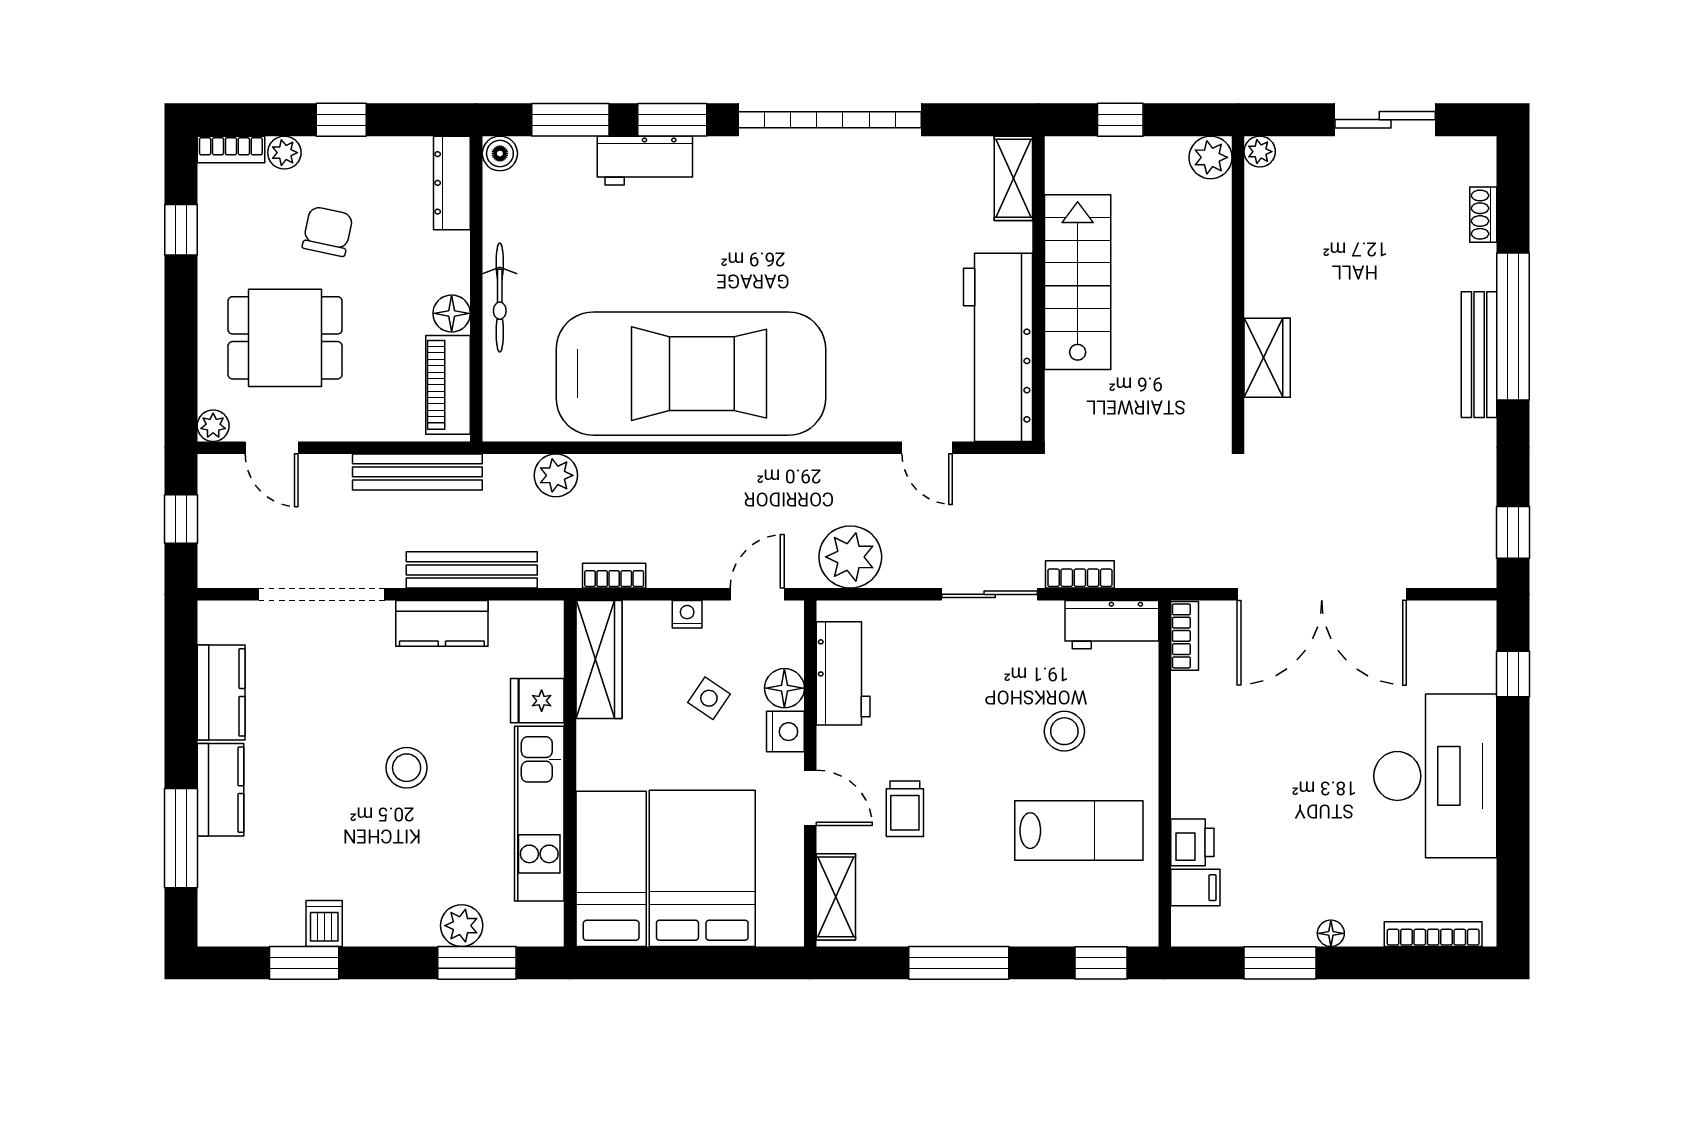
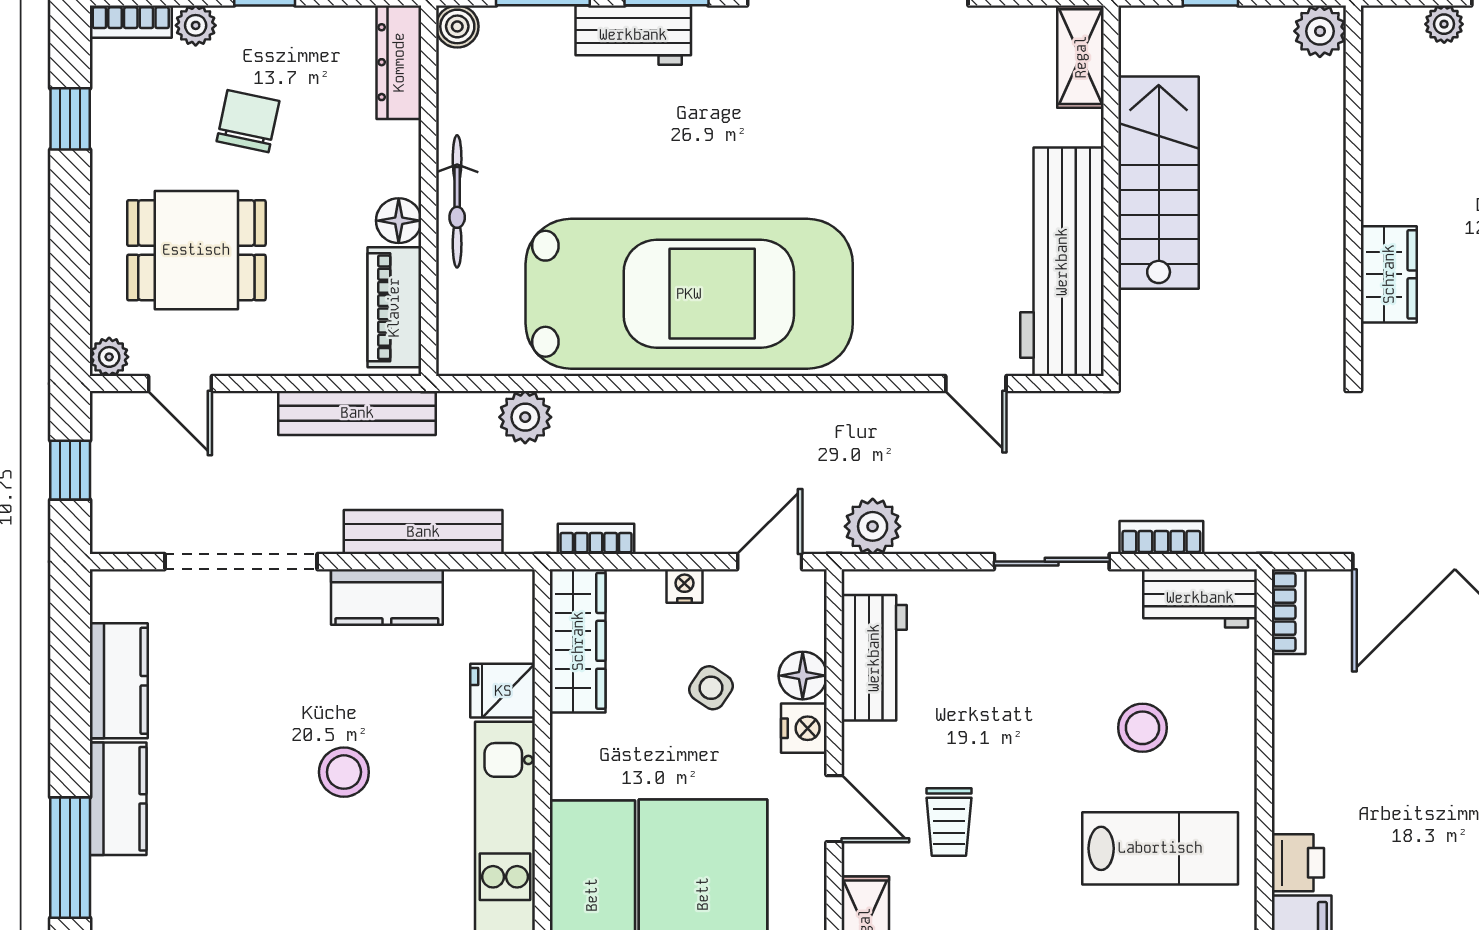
plant: (1260, 152) -> (1444, 24), moved
plant: (850, 557) -> (873, 526), width x0.73, depth x0.73

